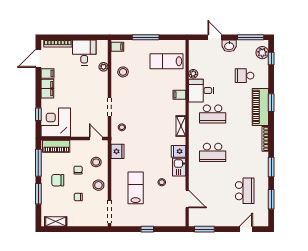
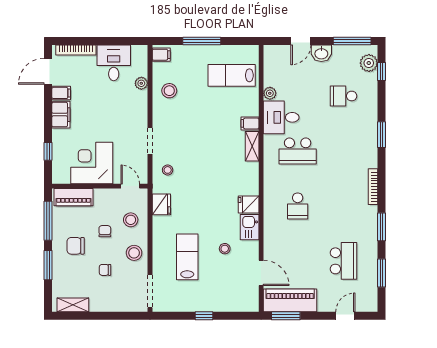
door: (215, 37) -> (301, 41), swing flipped
piano: (260, 107) -> (290, 300), moved, turned 90
corner desk: (56, 122) -> (92, 163), moved
shelving: (181, 126) -> (252, 146), moved
school desk: (213, 152) -> (298, 206), width x0.54

